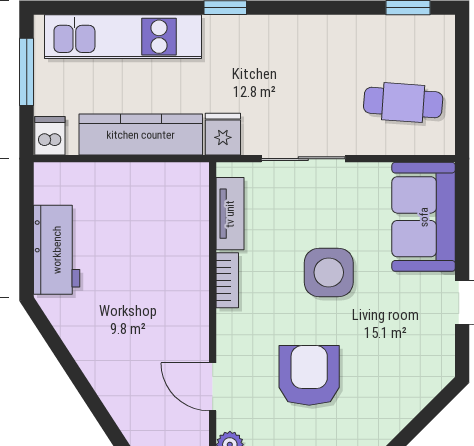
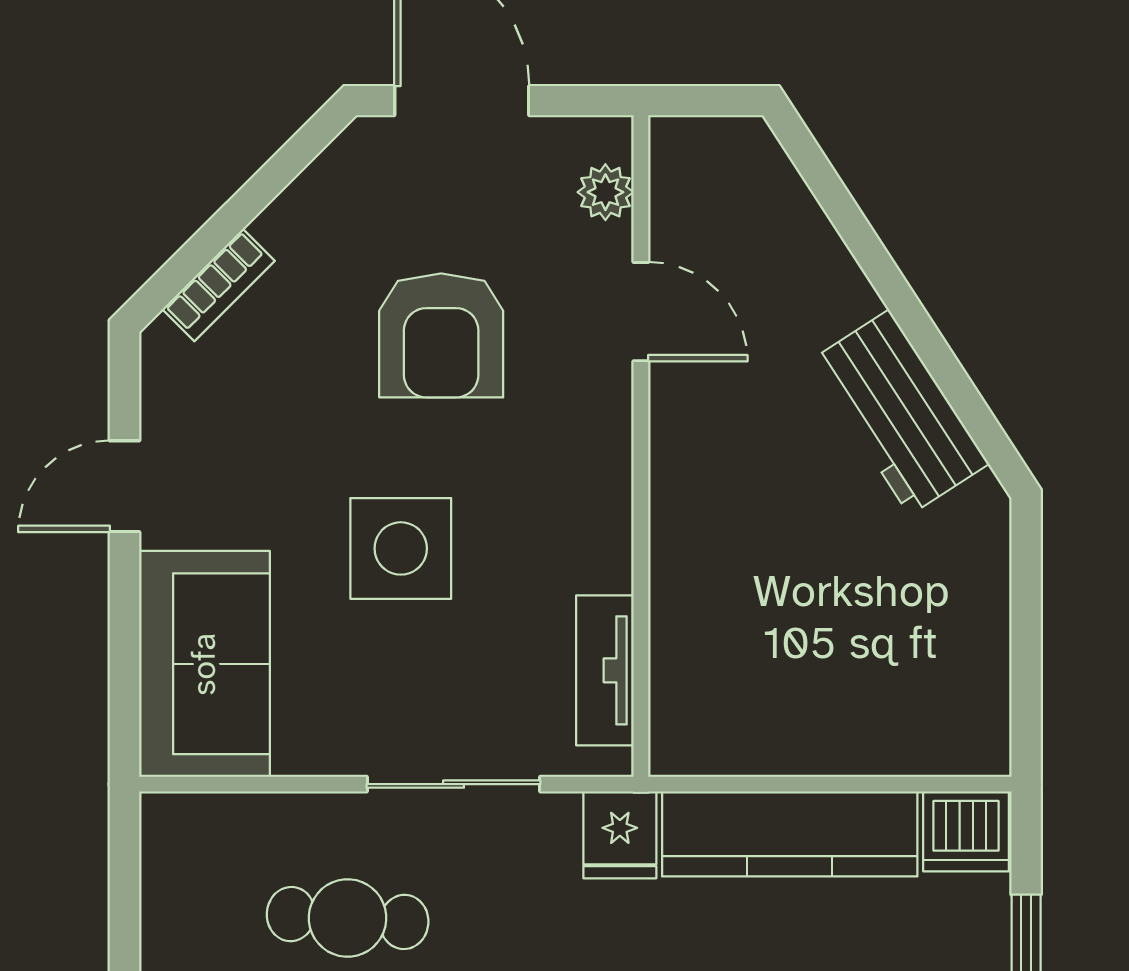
cafe table: (403, 103) -> (348, 918), moved
dishwasher: (50, 136) -> (966, 831), width x1.38
workbench: (57, 250) -> (899, 412), moved, turned -33
bookcase: (227, 280) -> (219, 285), moved, turned -135

